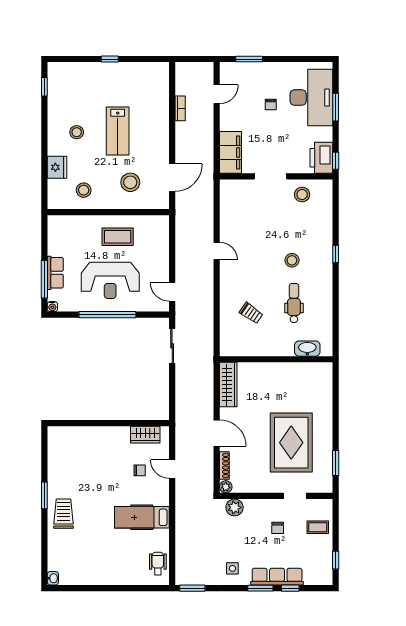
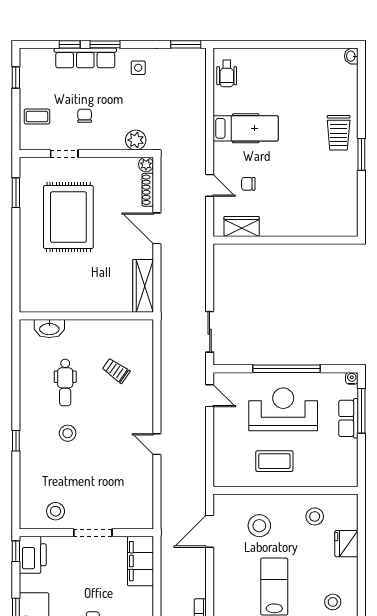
stool: (77, 132) -> (333, 602), moved

